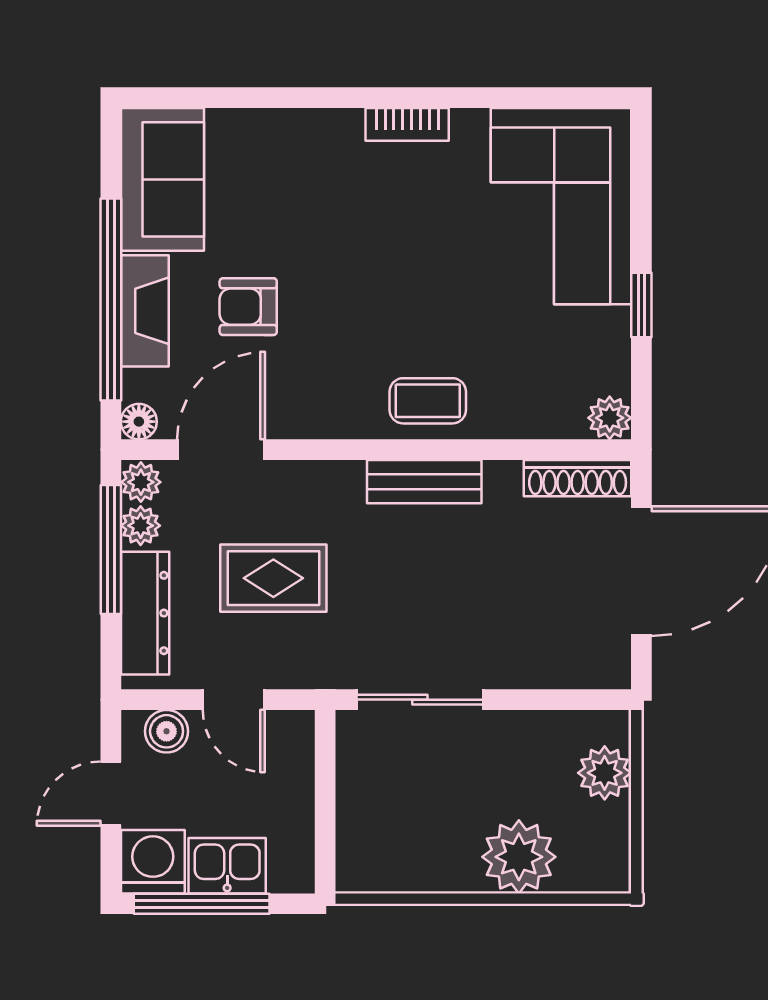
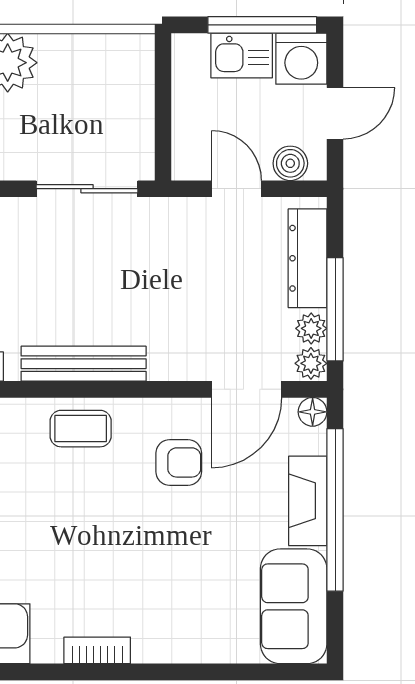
armchair: (248, 307) -> (179, 462), moved
bench: (424, 482) -> (84, 364), width x1.36
rug: (273, 578) -> (205, 286), removed

